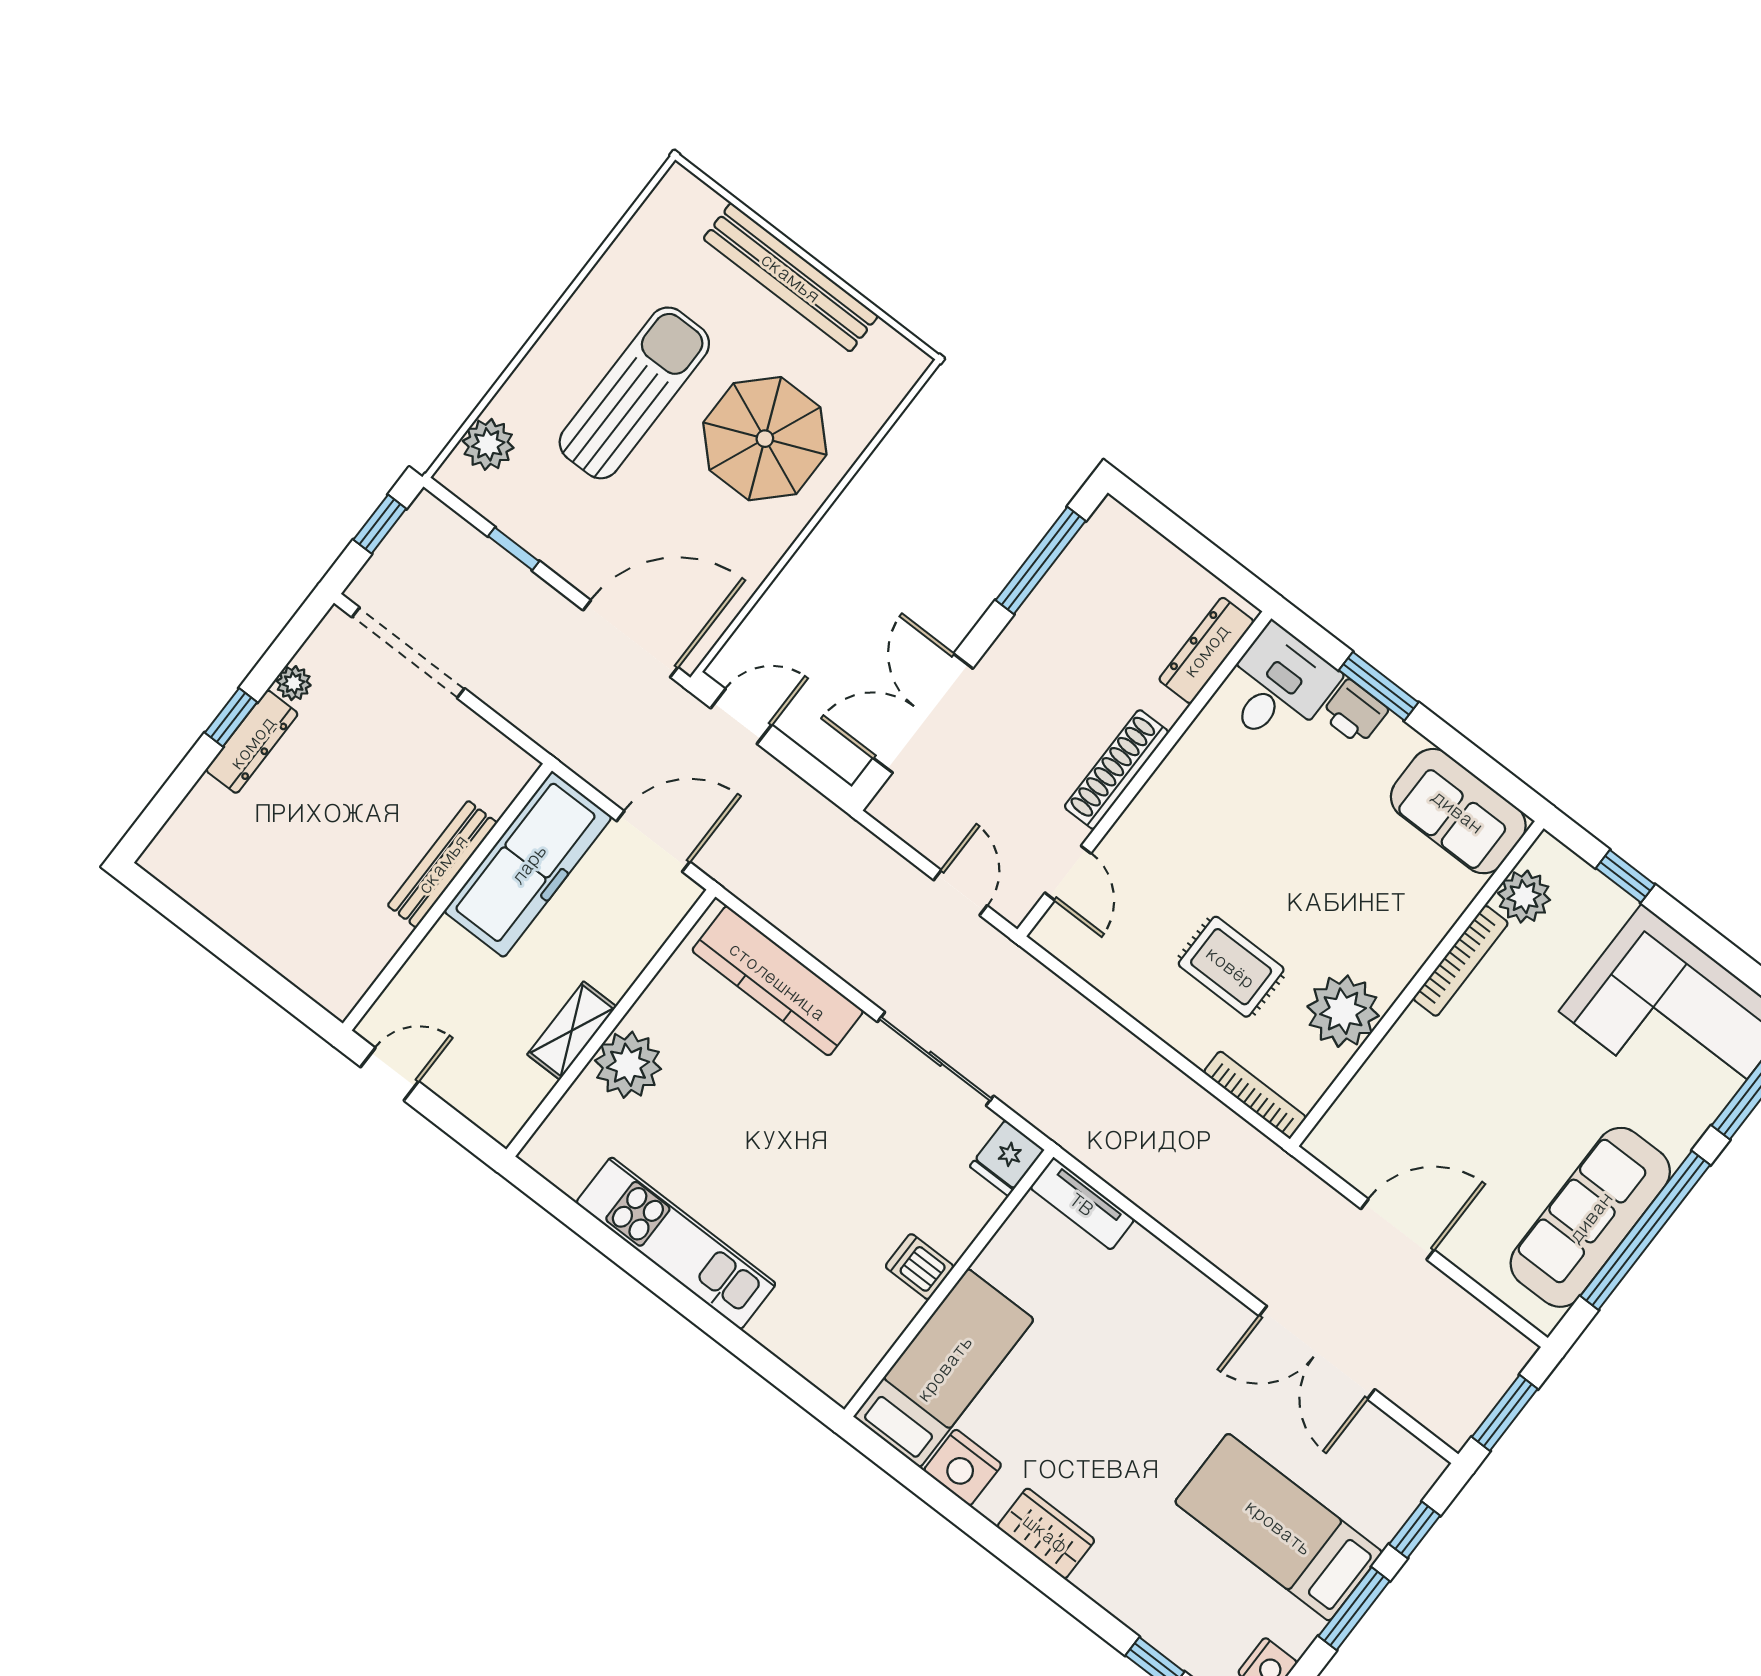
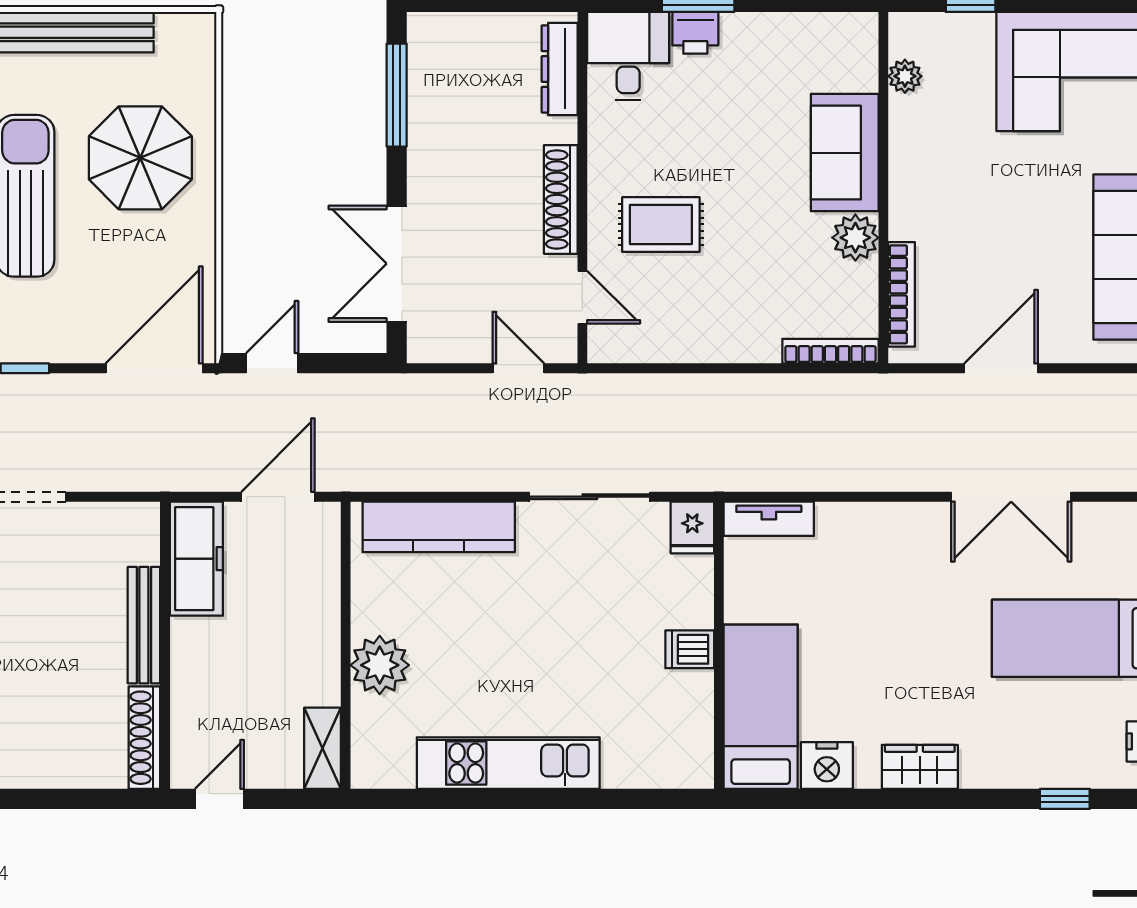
sofa: (1458, 811) -> (845, 153), moved, turned 90
freezer: (528, 864) -> (196, 559), width x0.73, depth x0.79
plant: (1524, 897) -> (905, 76), width x0.73, depth x0.73
bookcase: (1461, 961) -> (902, 294), moved
shoe rack: (364, 966) -> (144, 738), added
rug: (1231, 967) -> (661, 224), moved
plant: (1343, 1011) -> (855, 238), width x0.73, depth x0.73
shelving: (572, 1031) -> (323, 748), moved

